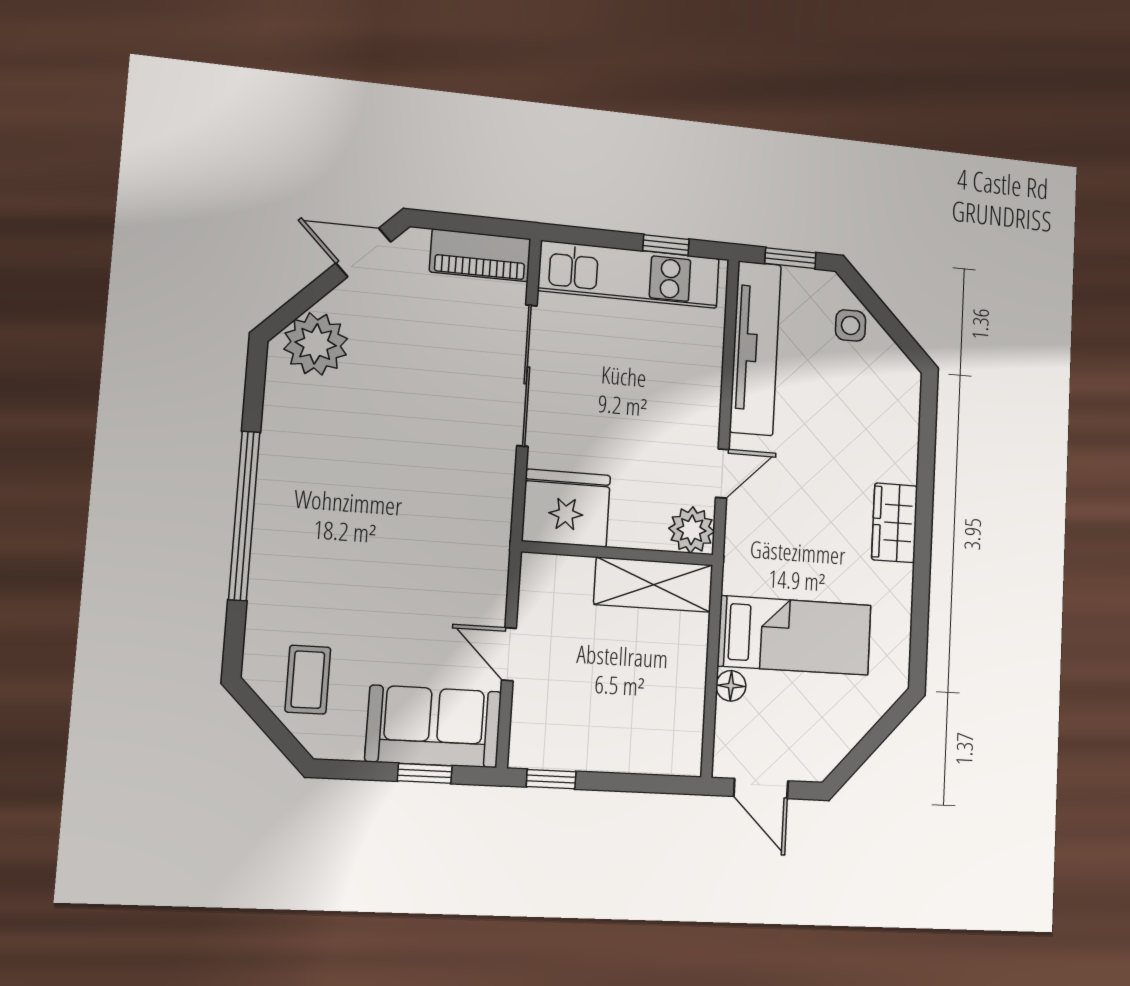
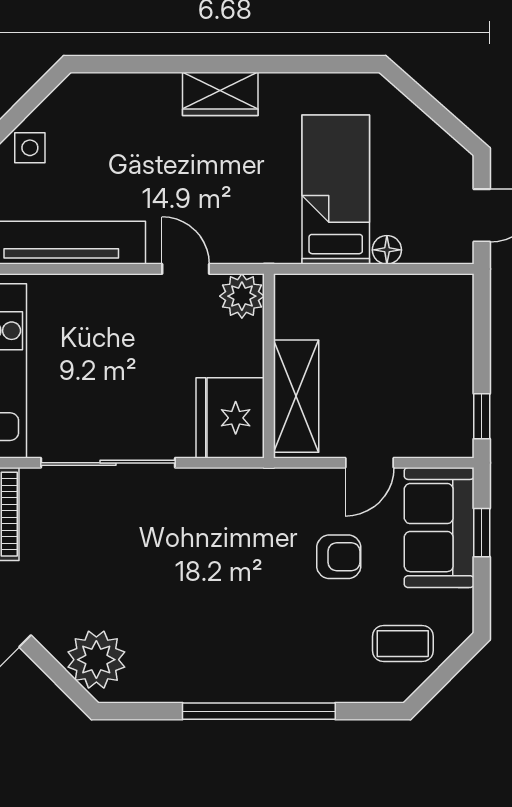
shelving: (654, 585) -> (296, 396), moved
armchair: (409, 615) -> (339, 557), added

